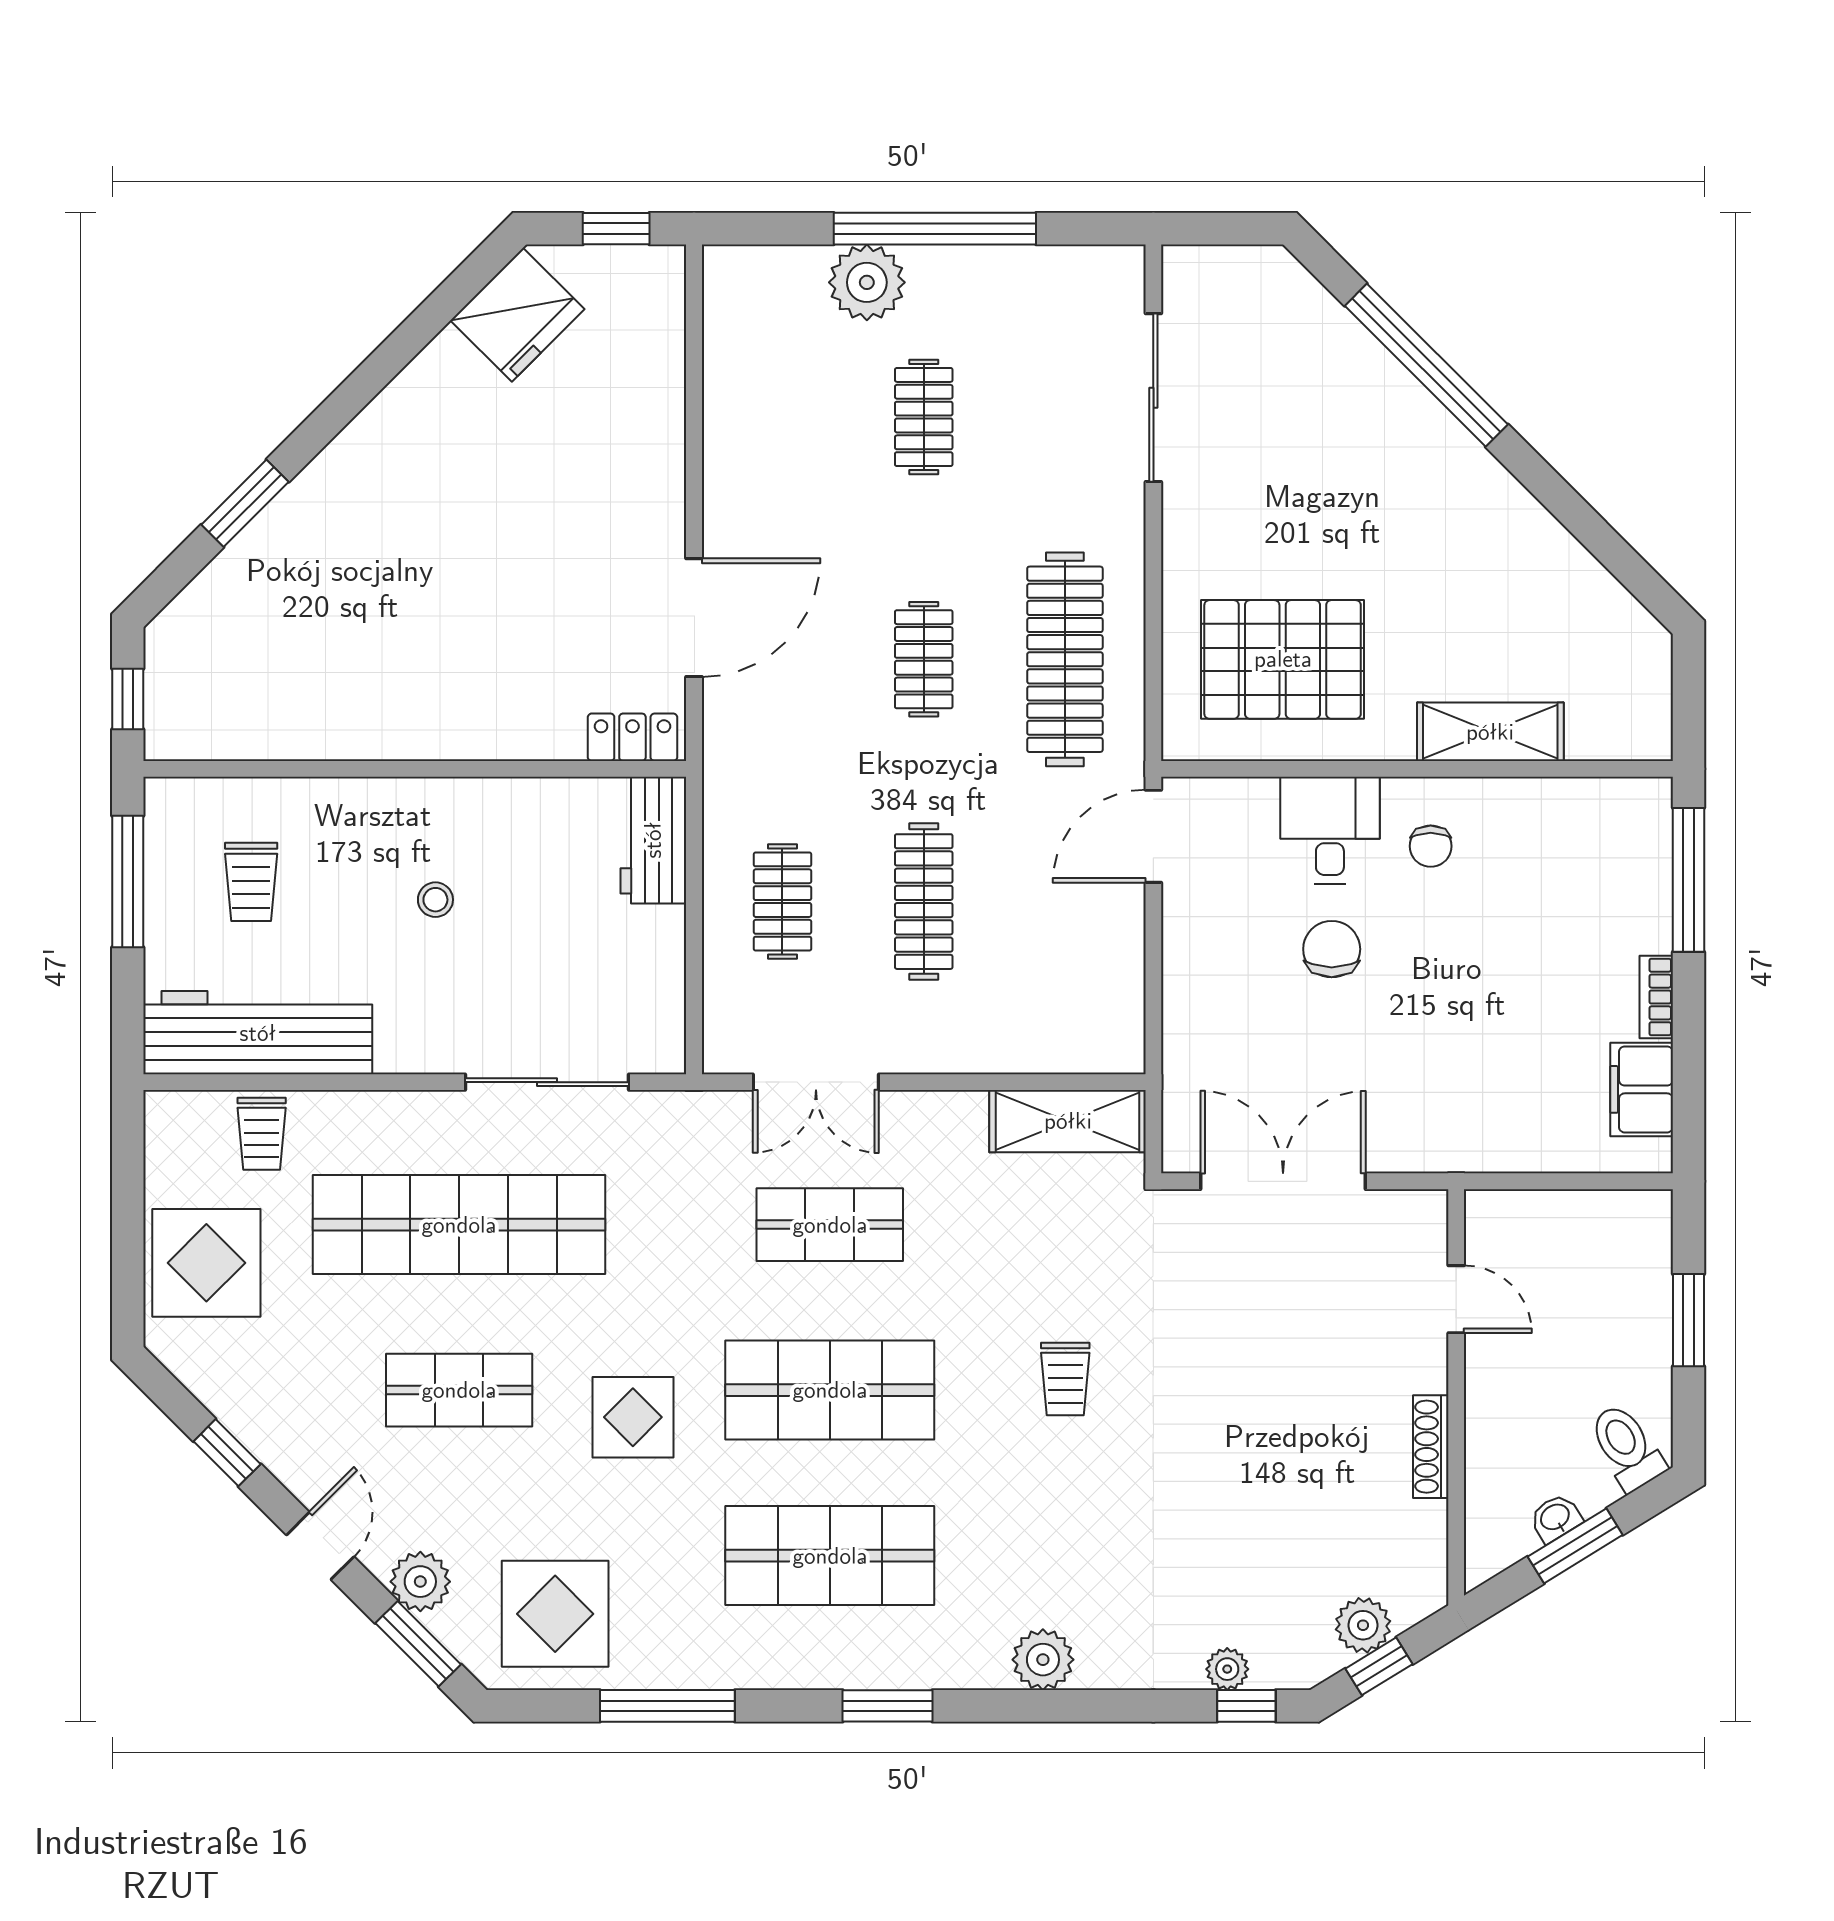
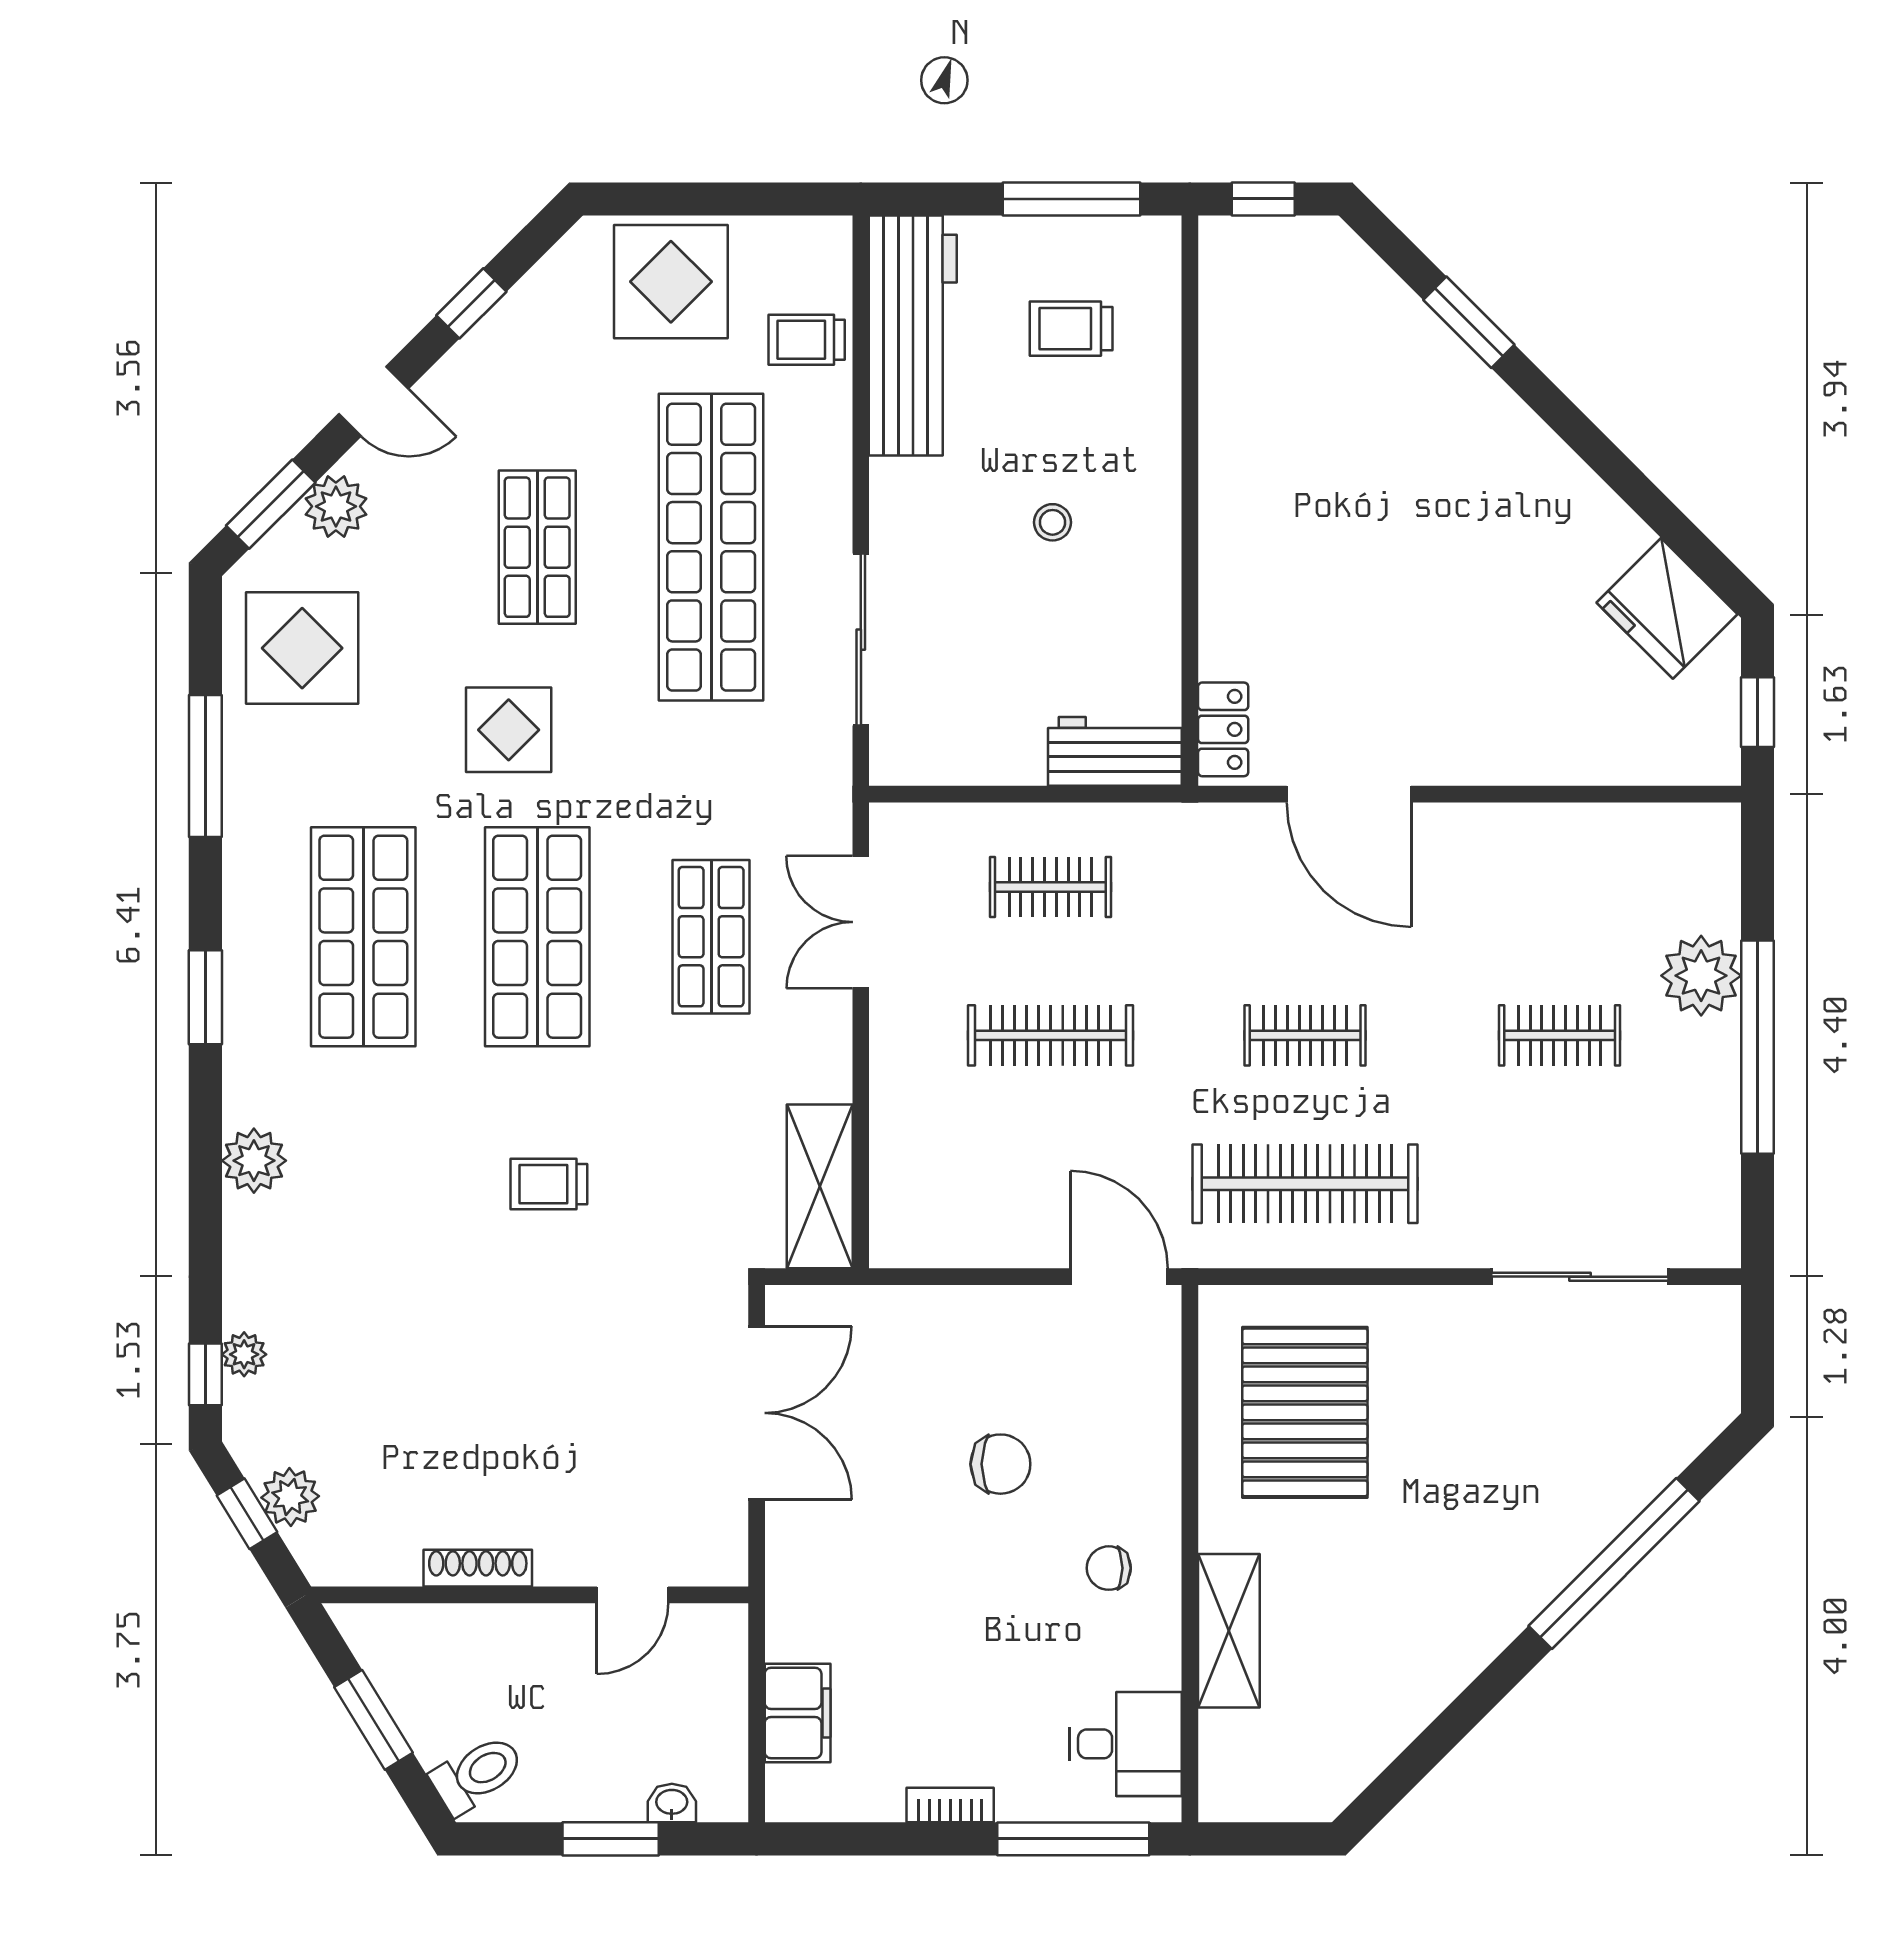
desk: (1330, 830) -> (1125, 1744), moved
filing cabinet: (1642, 1089) -> (798, 1713), moved, turned 90
washbasin: (1555, 1518) -> (672, 1803), moved, turned -58

